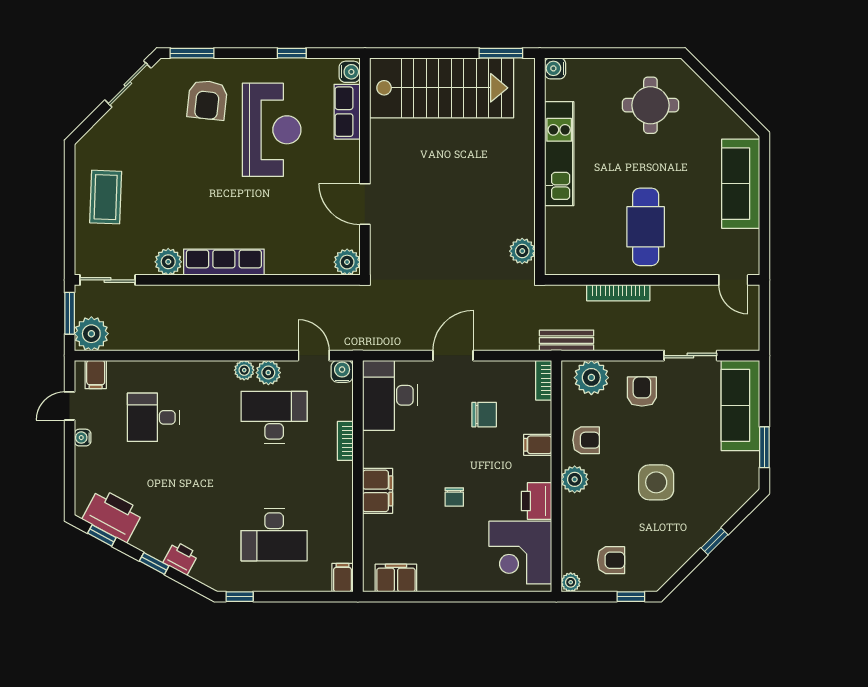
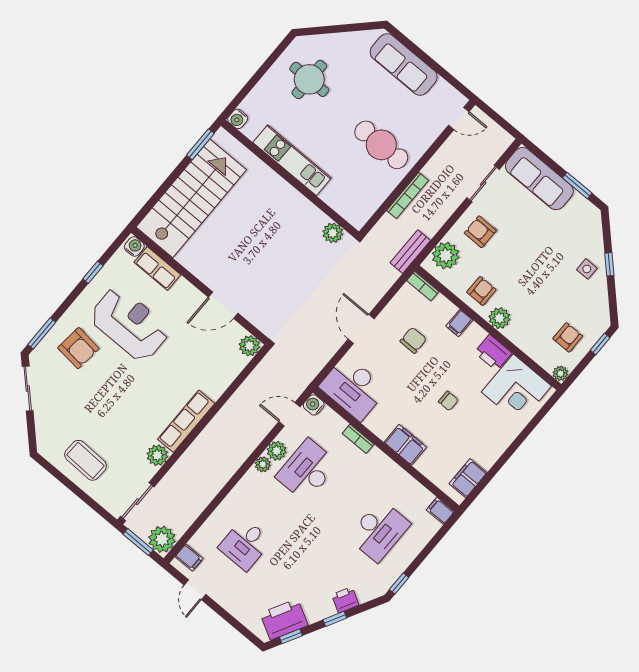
water cooler: (83, 438) -> (221, 598), removed
side table: (656, 482) -> (587, 269), moved, width x0.54, depth x0.54

